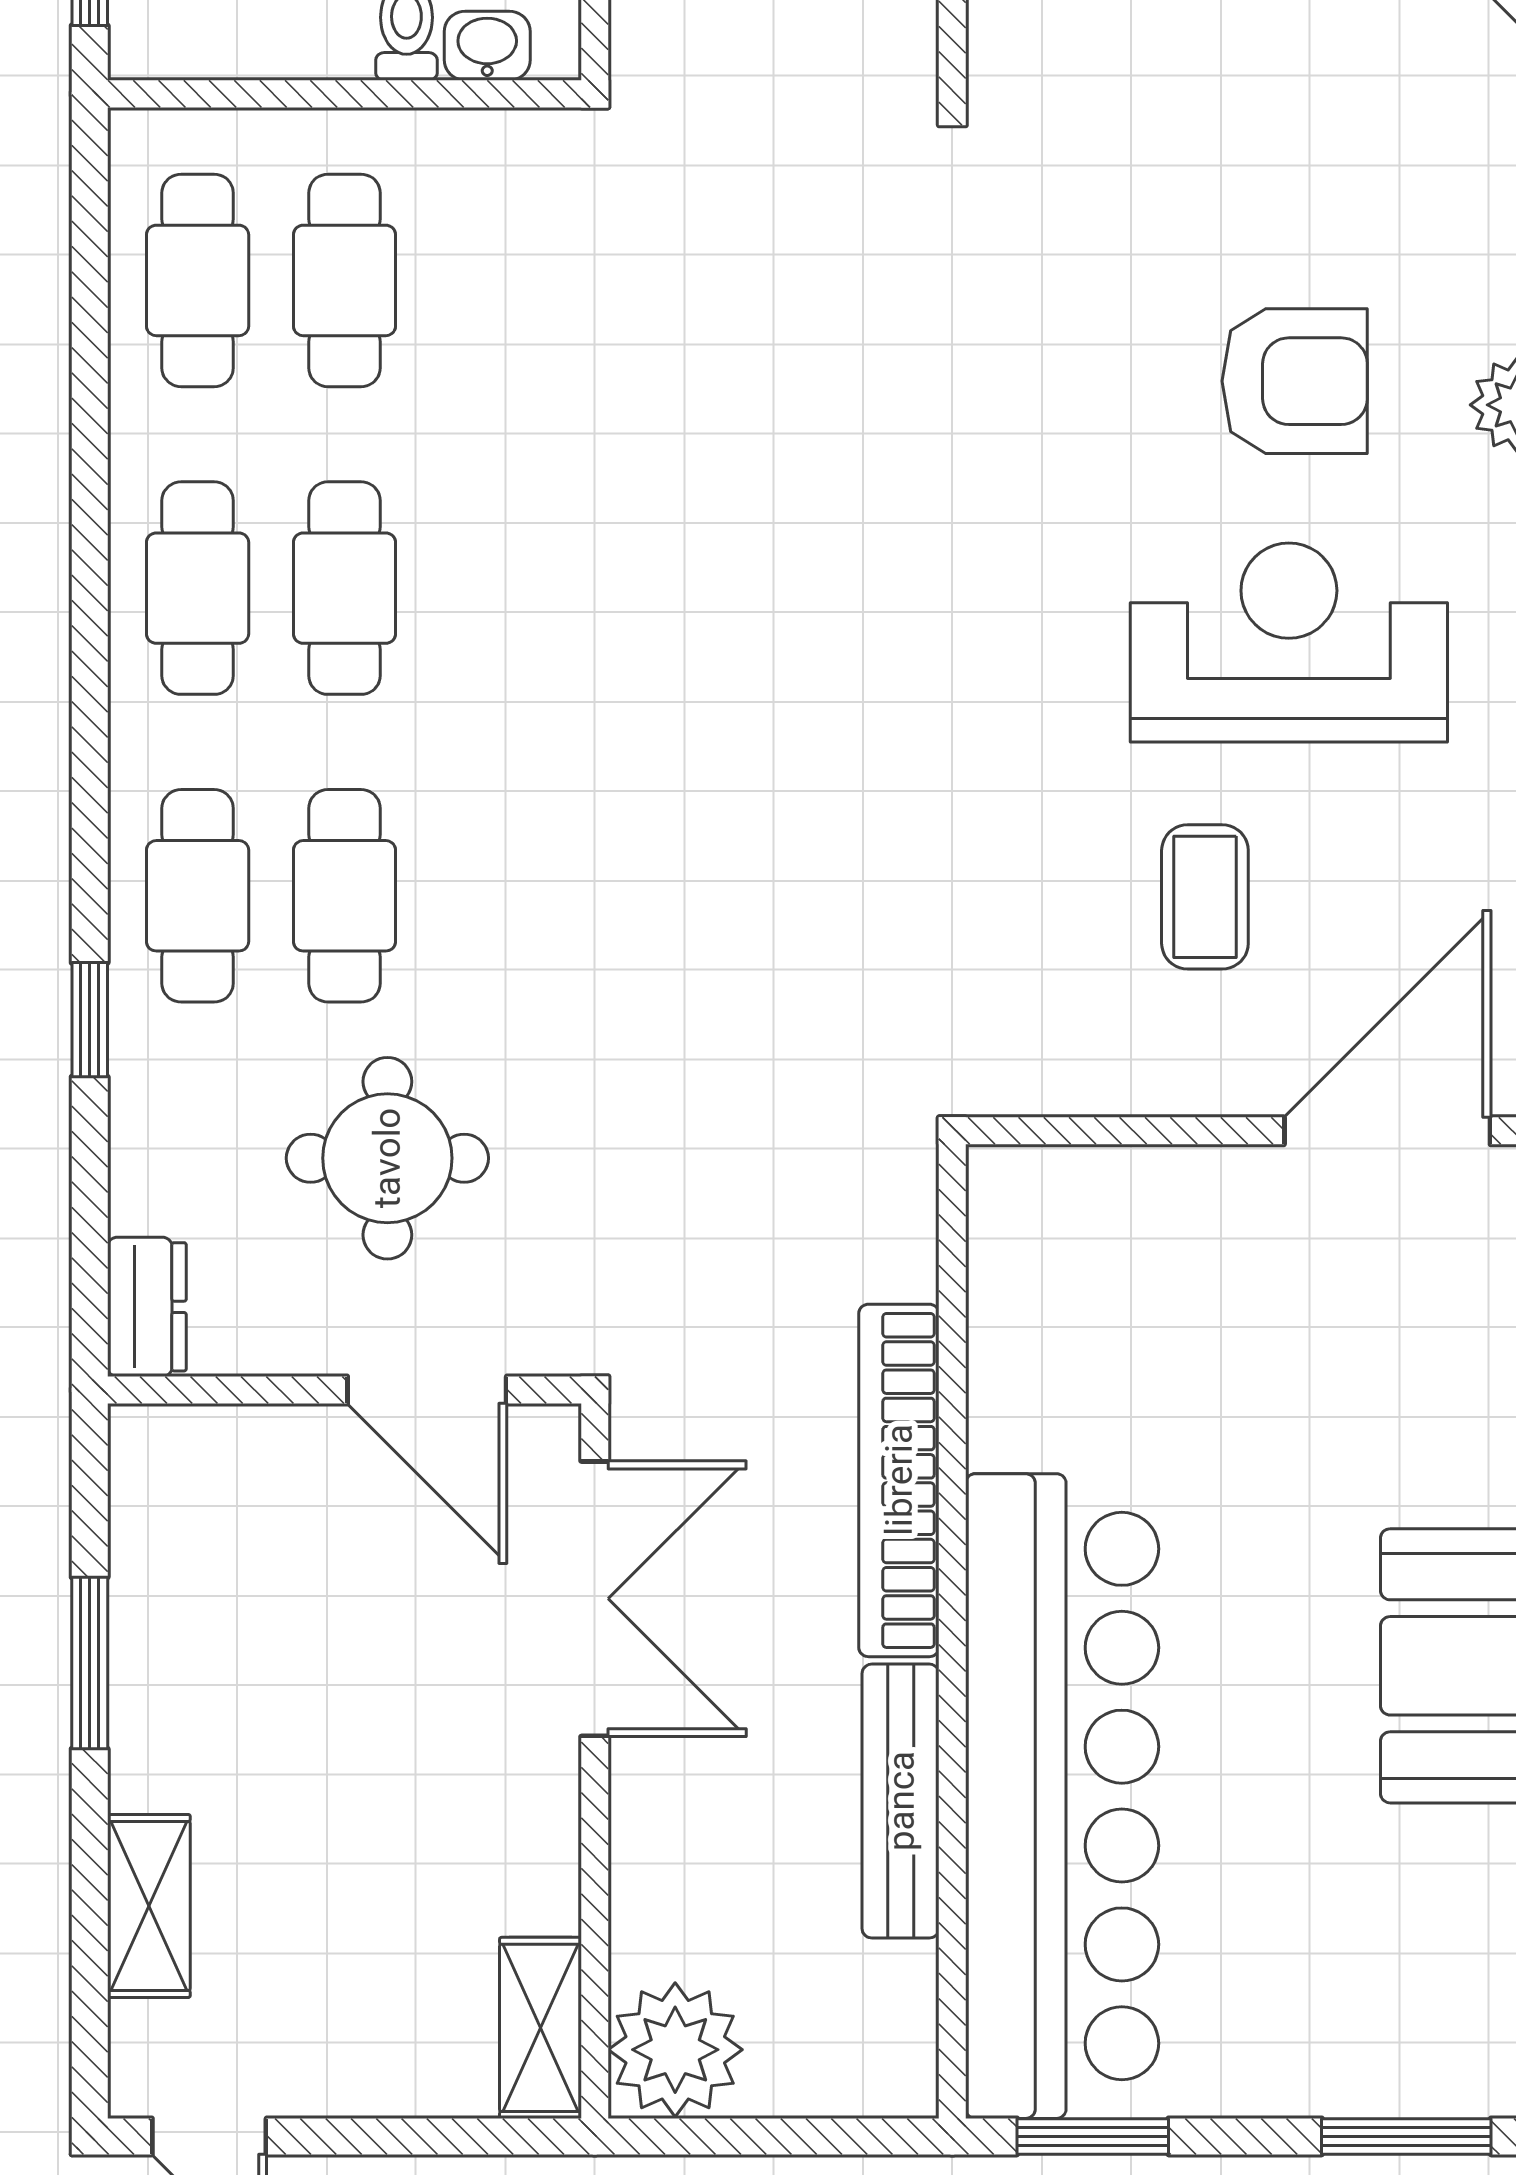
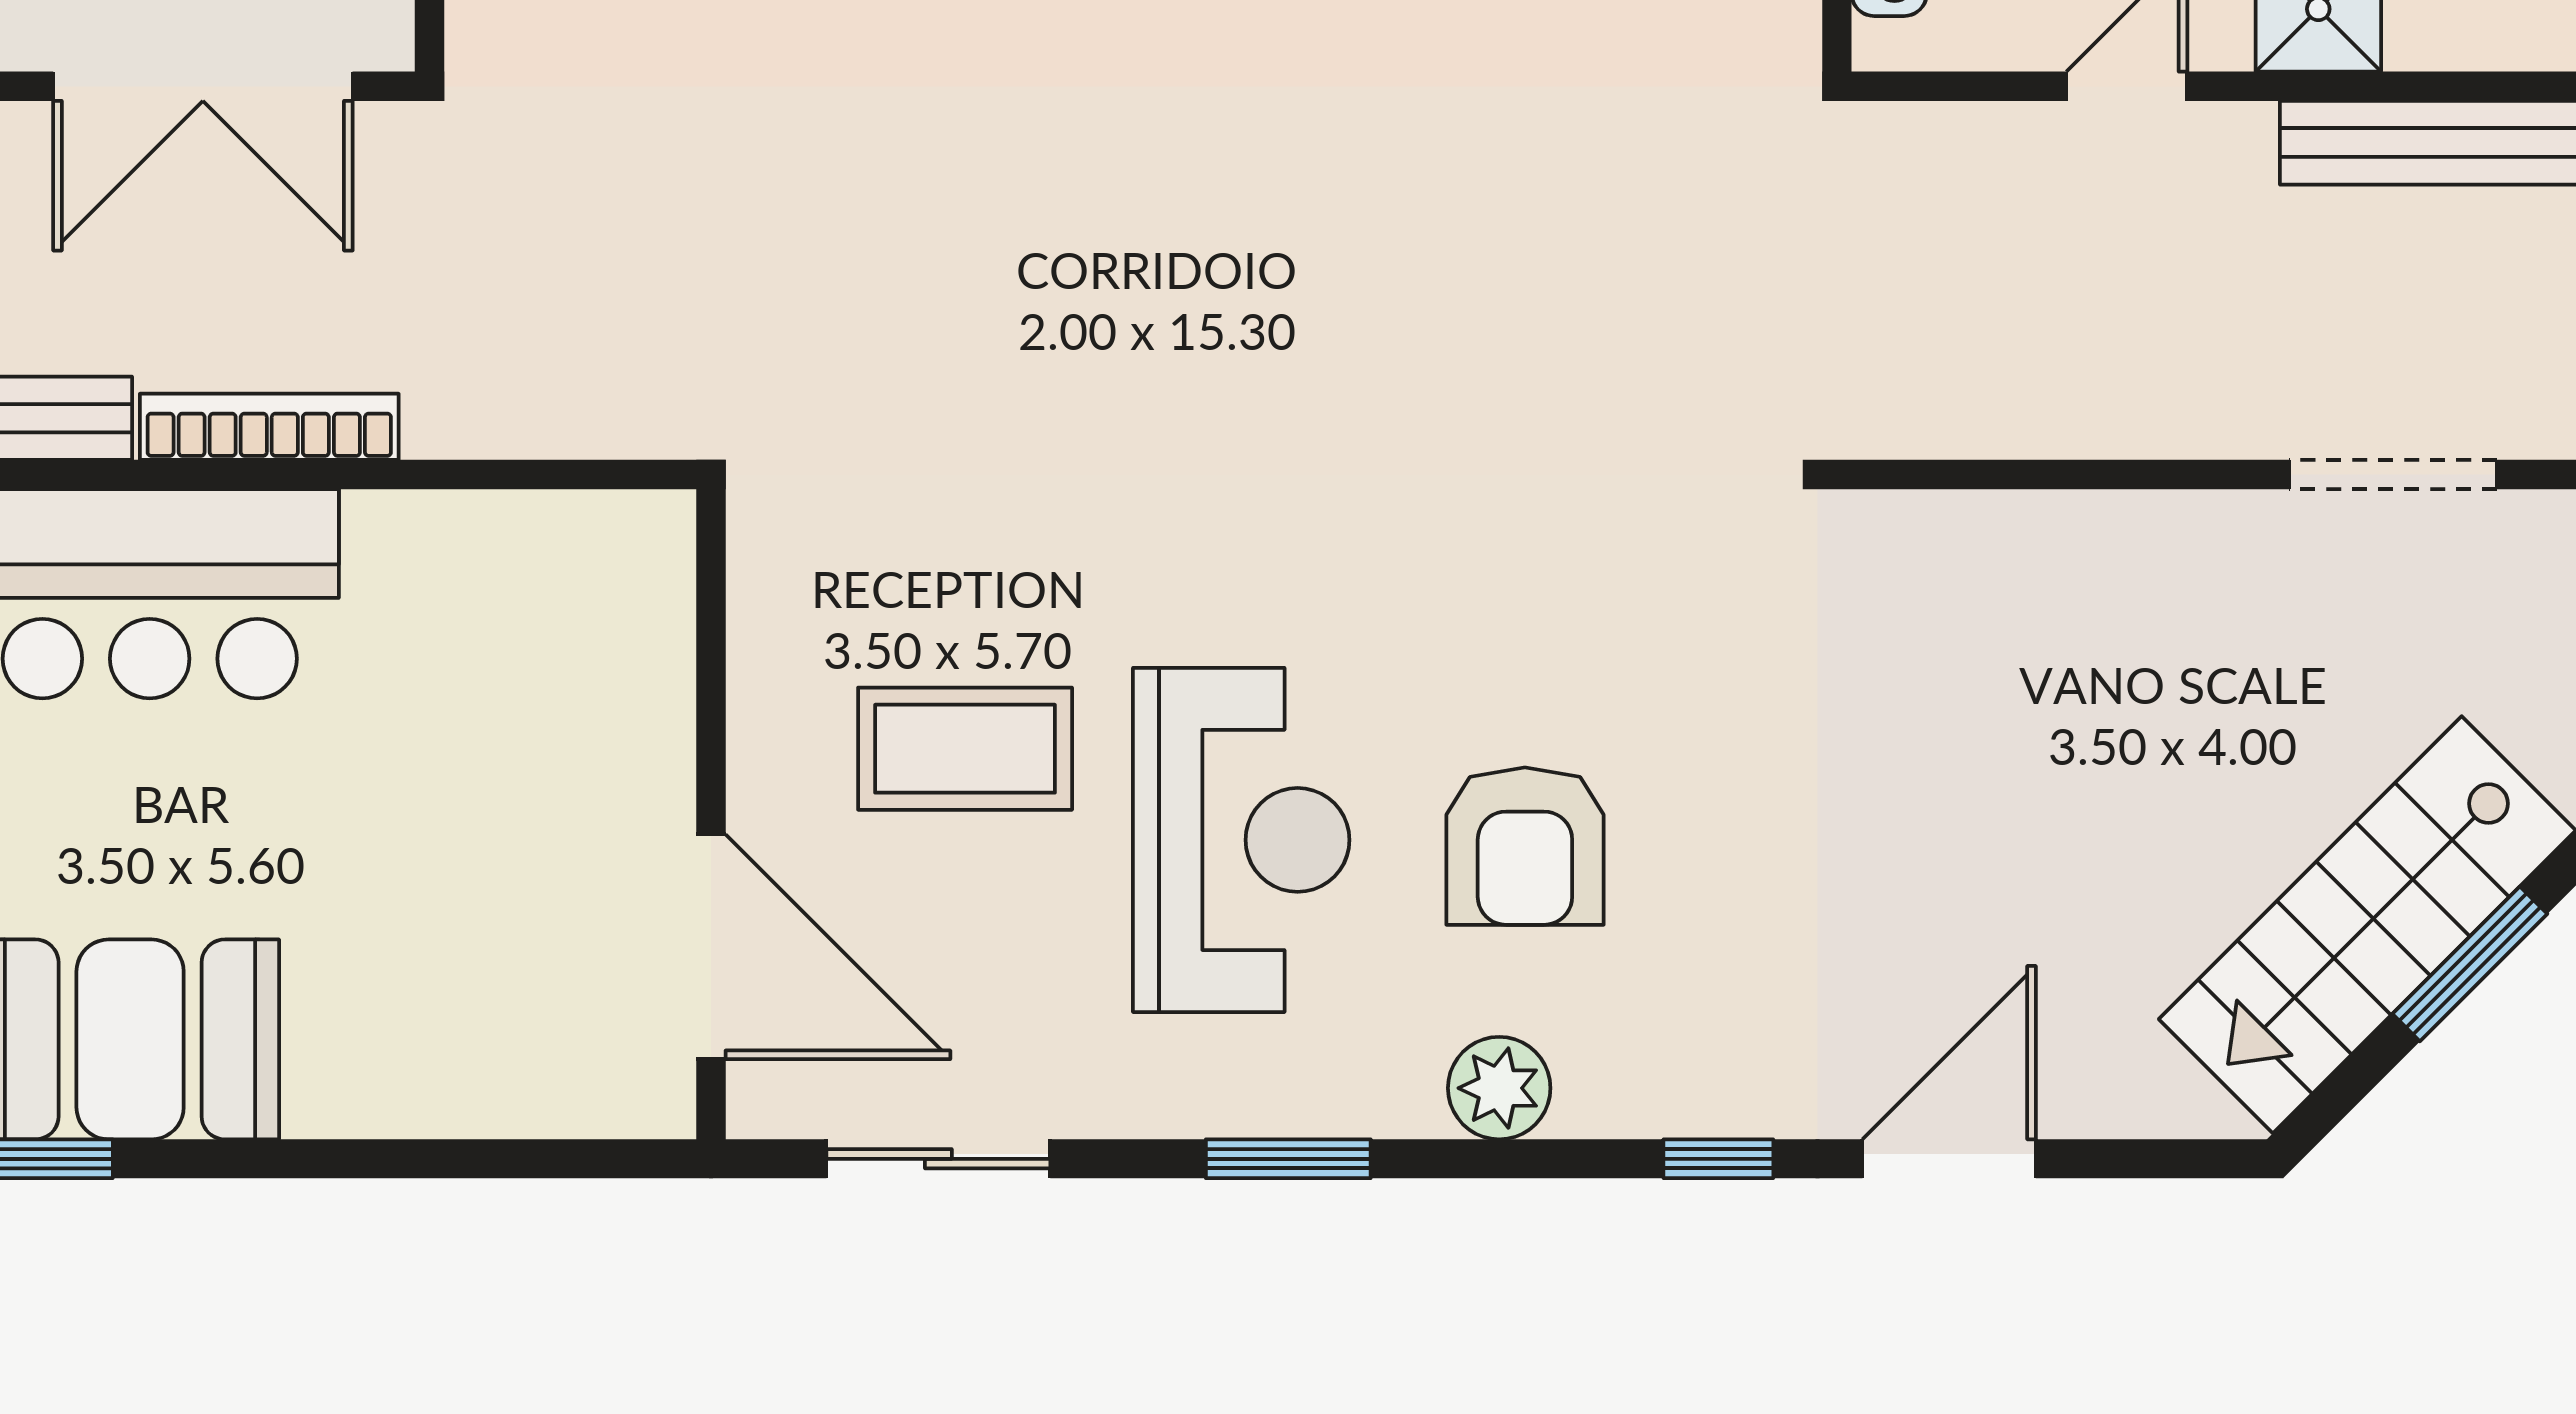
coffee table: (1205, 897) -> (965, 749), width x1.36, depth x1.30
bookcase: (899, 1480) -> (269, 427), width x0.68, depth x0.76

